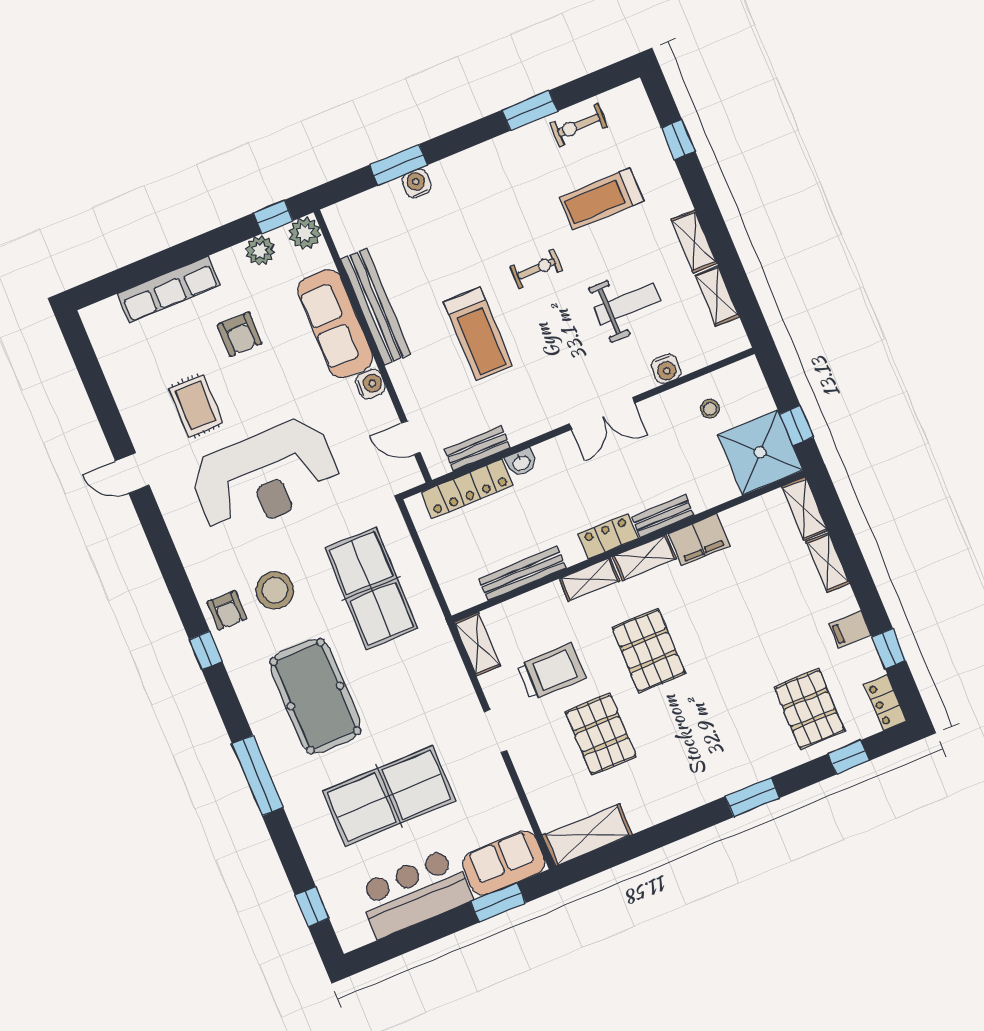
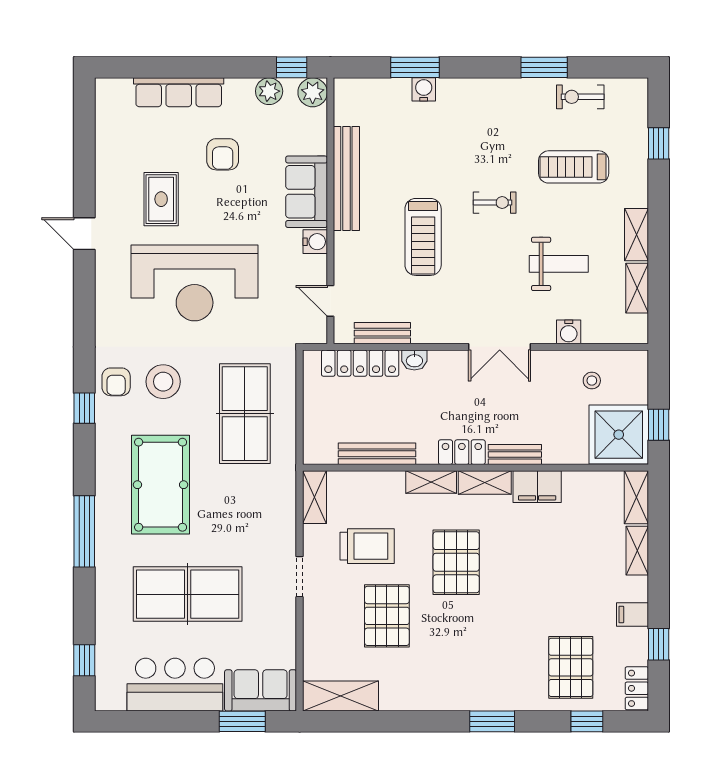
sofa: (335, 324) -> (307, 192), width x0.73

